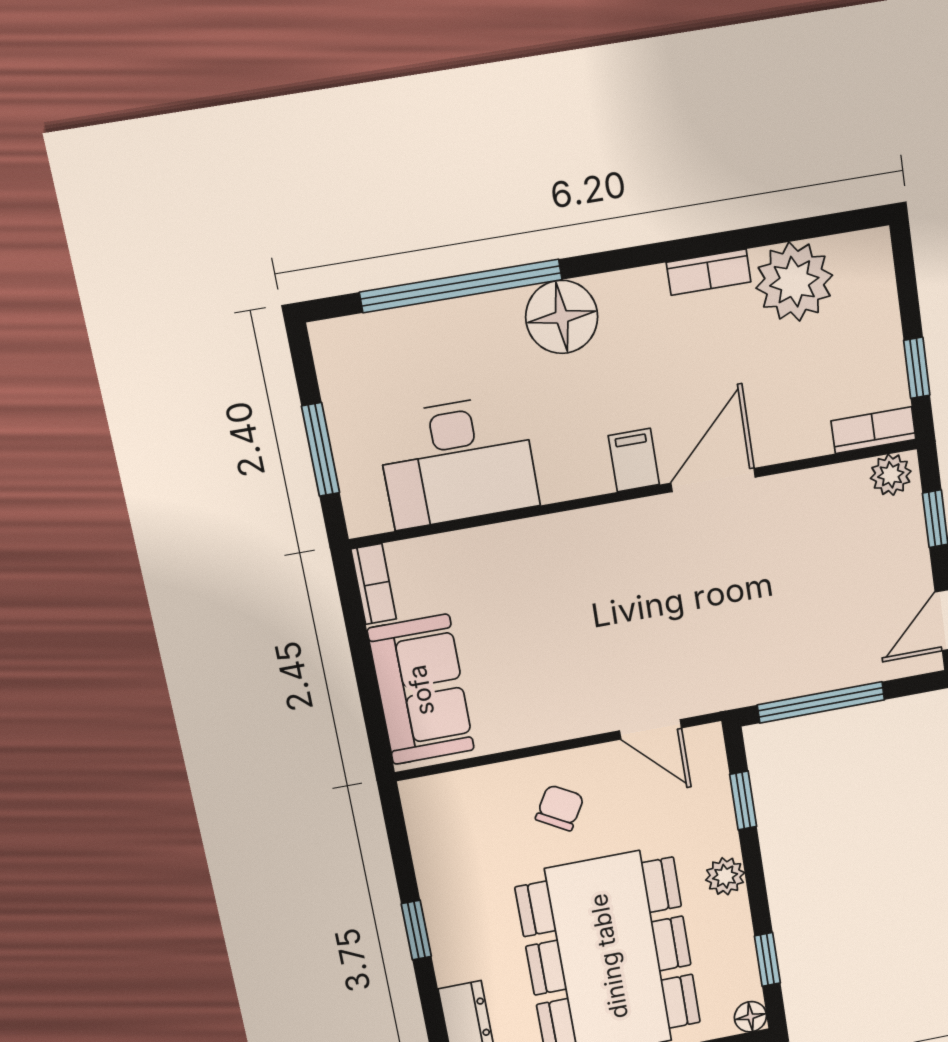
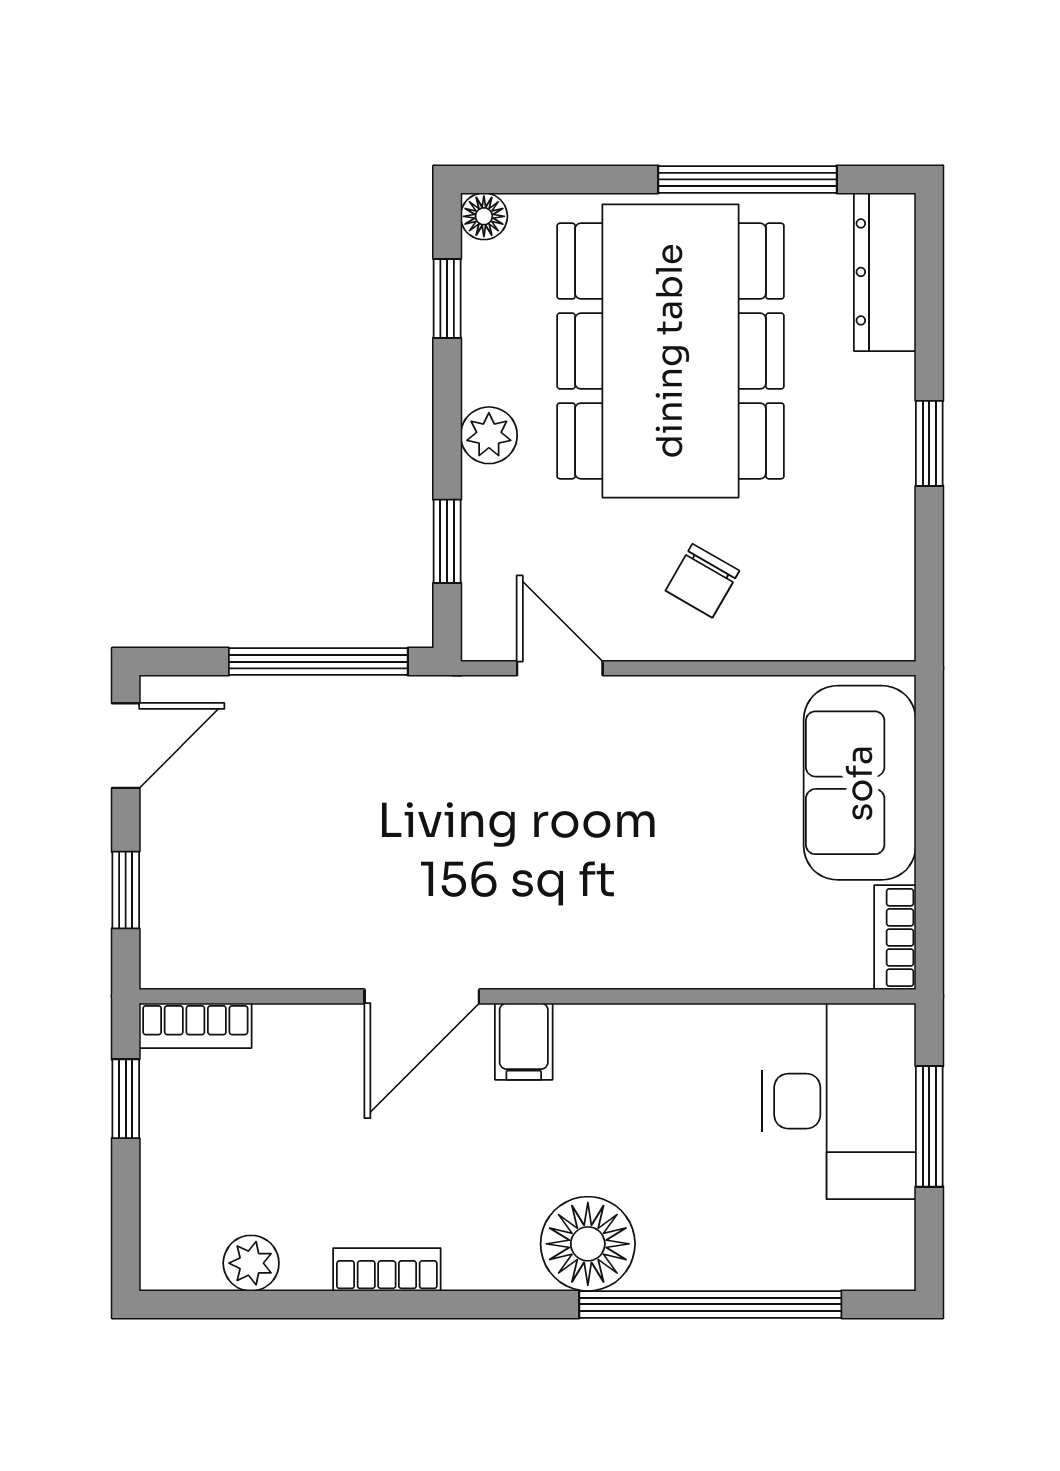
plant: (794, 282) -> (251, 1263), width x0.53, depth x0.53
desk: (458, 461) -> (839, 1101), moved, turned 90
plant: (891, 475) -> (180, 961), removed

